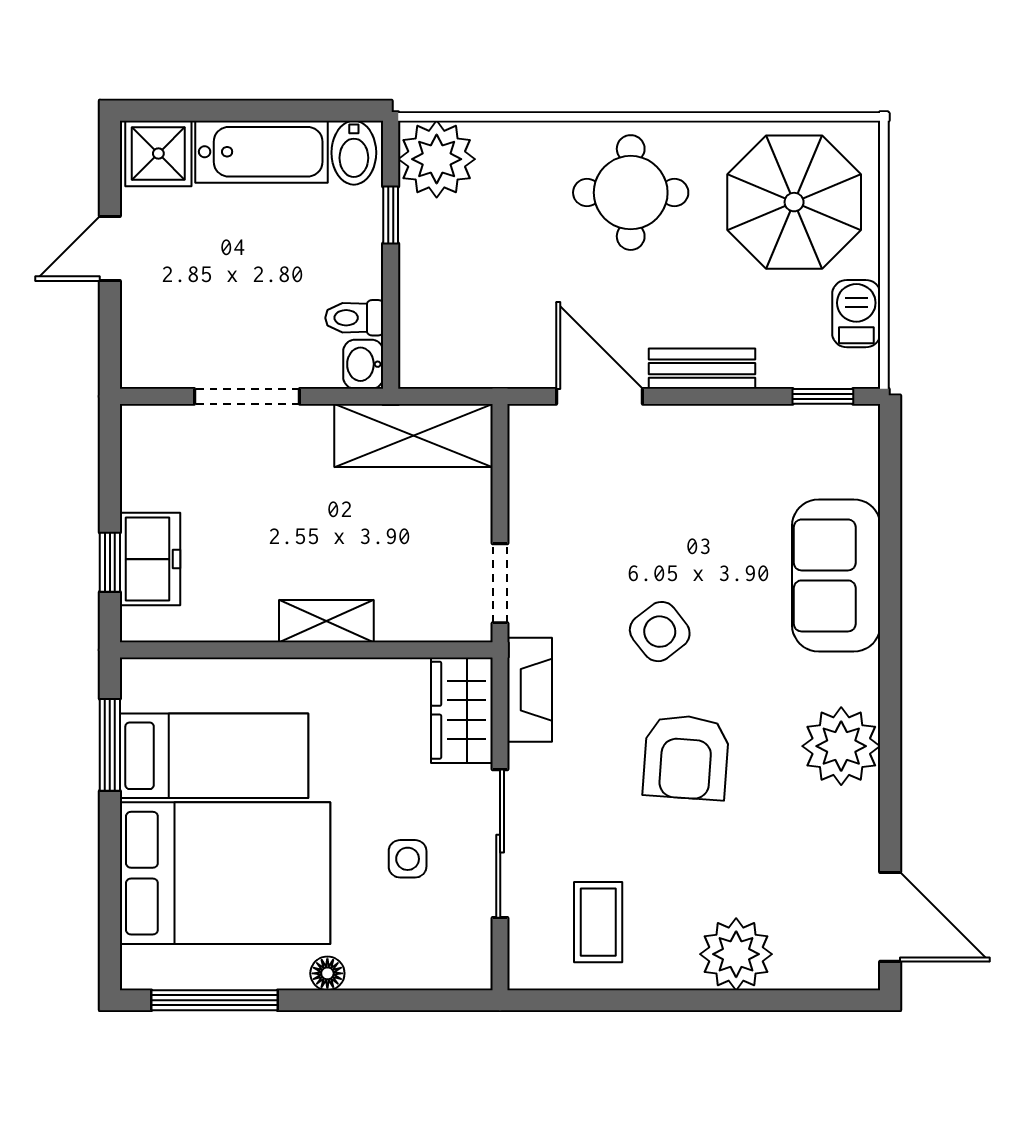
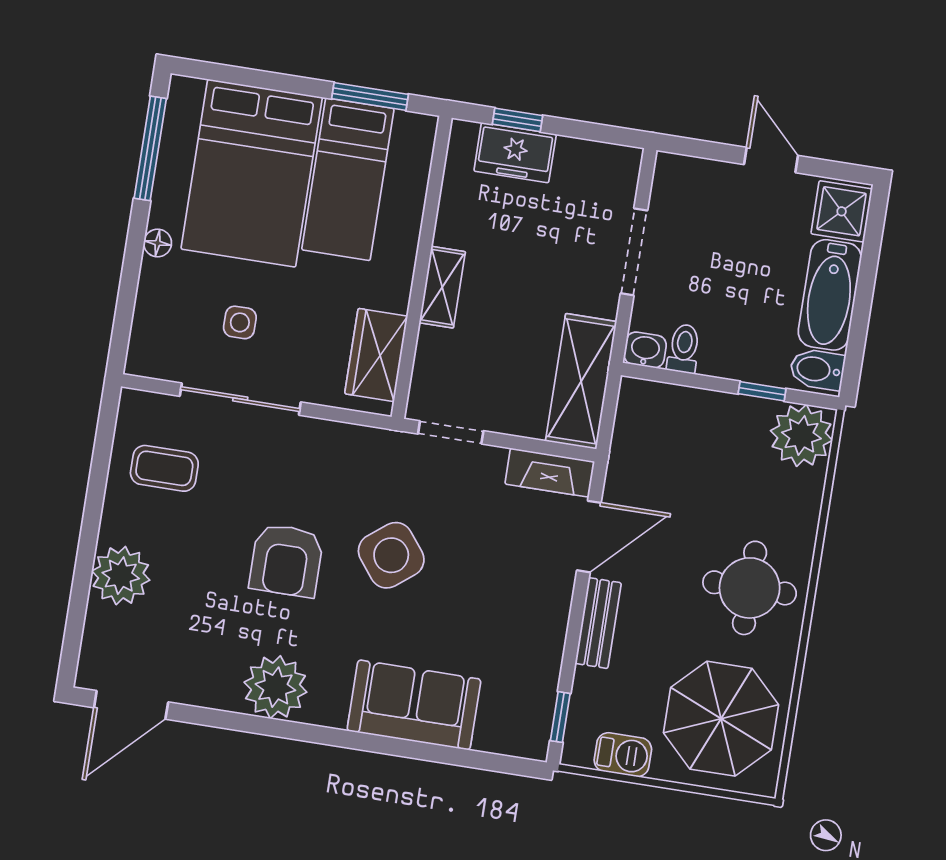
side table: (660, 632) -> (391, 555), width x1.37, depth x1.37
fireplace: (530, 690) -> (550, 473), moved
wardrobe: (462, 710) -> (376, 355), moved, turned -90
armchair: (686, 757) -> (286, 560), turned -94

